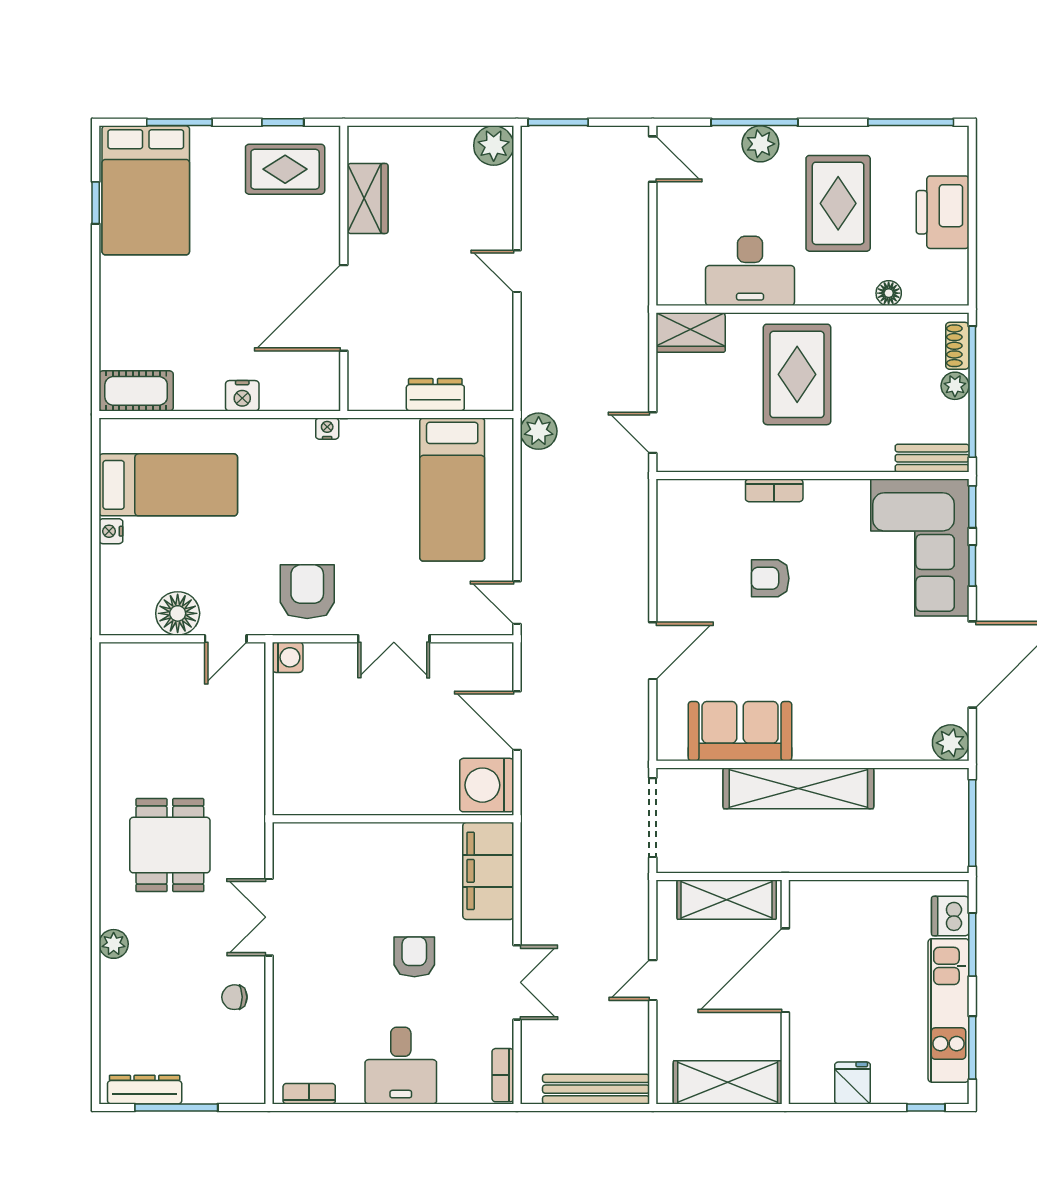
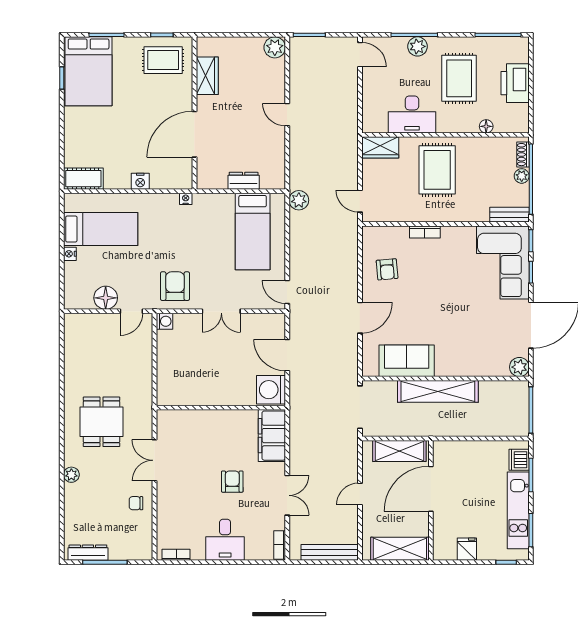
armchair: (770, 578) -> (387, 269), moved, turned -95

